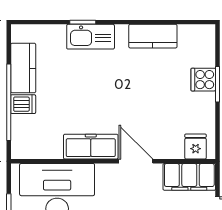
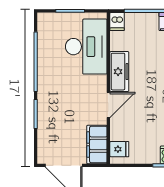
dishwasher: (23, 104) -> (117, 21), moved

